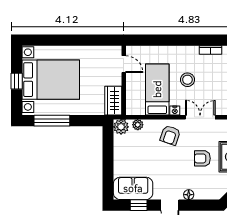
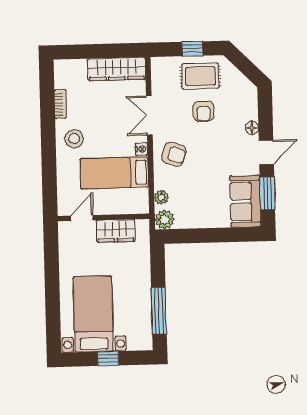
bed with nightstands: (51, 80) -> (93, 314), width x0.73
stool: (187, 80) -> (74, 139), moved
wardrobe: (113, 101) -> (116, 231), moved
window: (139, 205) -> (267, 193), width x1.50

